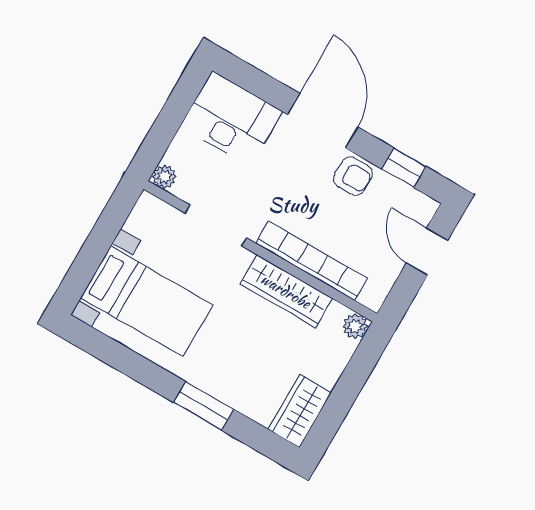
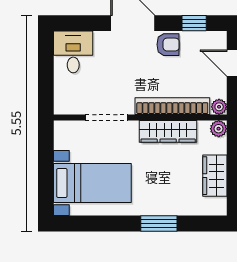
desk: (231, 119) -> (73, 52), width x0.73
plant: (164, 177) -> (219, 107), moved
wardrobe: (300, 411) -> (215, 176), moved

